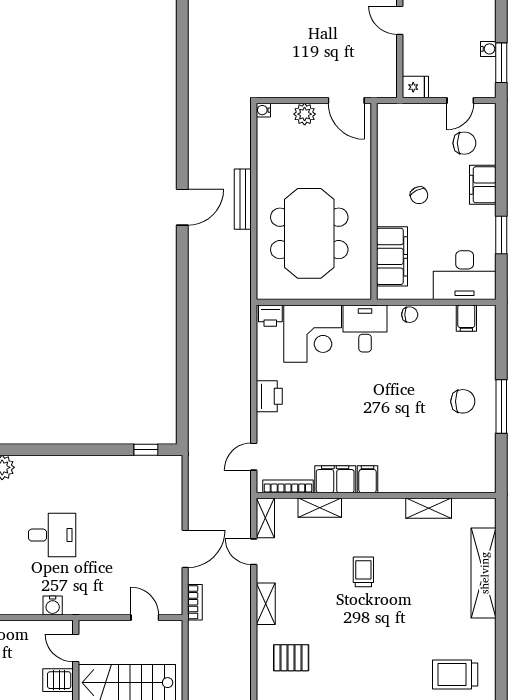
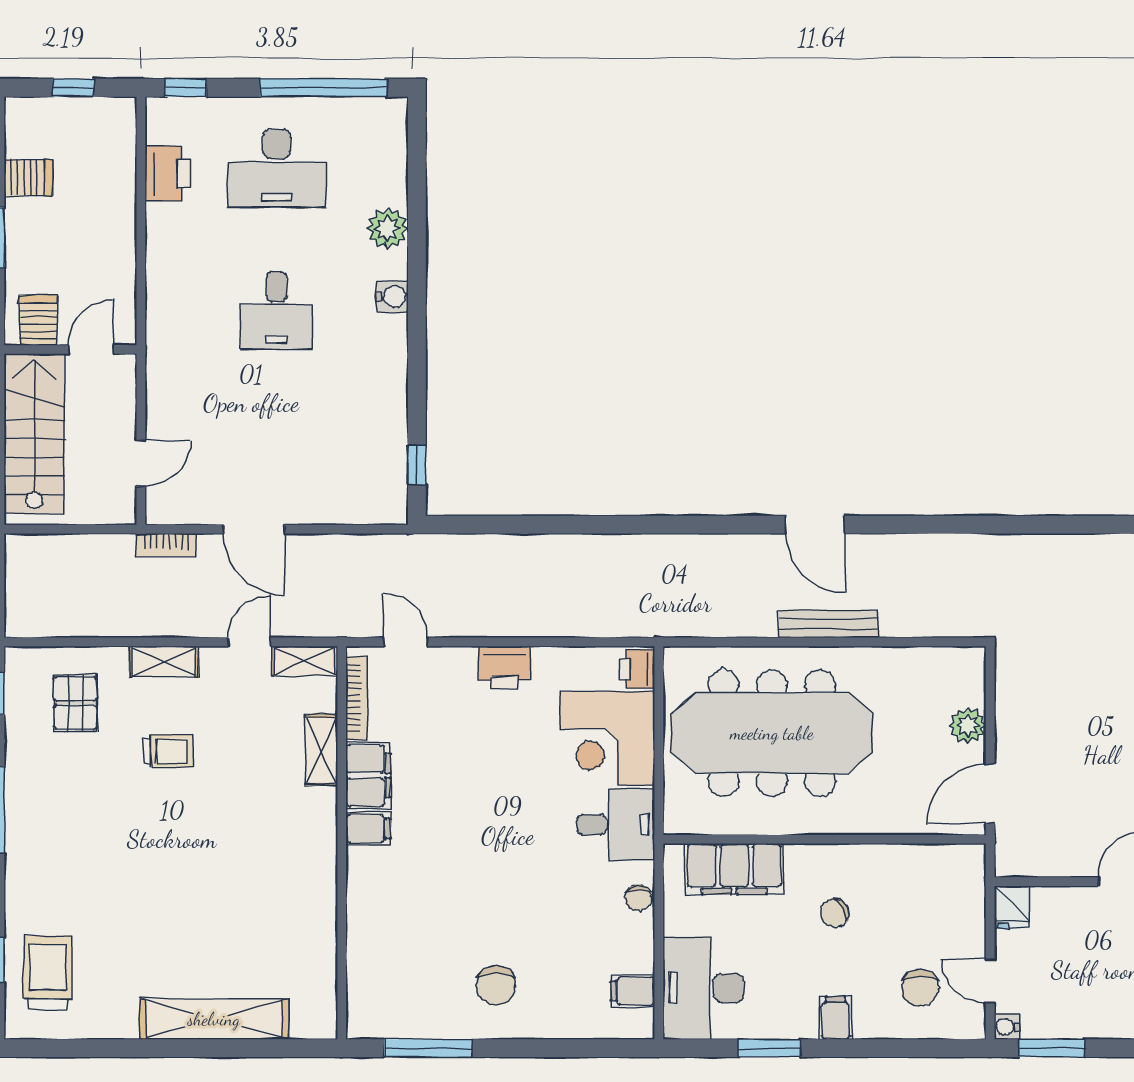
water cooler: (488, 49) -> (1007, 1027), moved, turned 90
water cooler: (263, 110) -> (974, 658), removed
filing cabinet: (483, 185) -> (836, 1018), width x0.50
meeting table: (309, 233) -> (772, 733), width x1.36
window: (501, 407) -> (428, 1048), moved
shelving: (429, 508) -> (321, 929), removed
trolley: (363, 572) -> (168, 751), moved
water cooler: (53, 606) -> (392, 297), moved, turned 180

